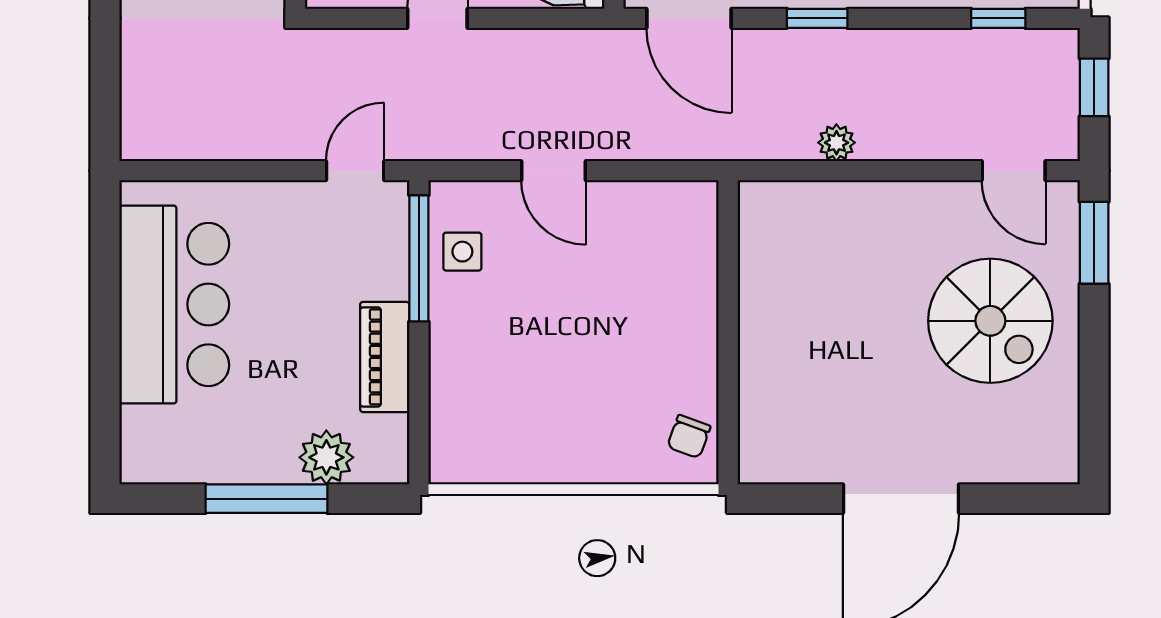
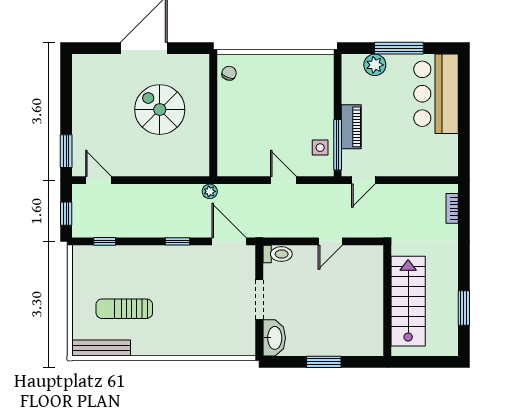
bookcase: (134, 100) -> (452, 208), added
plant: (836, 143) -> (210, 191), moved
bar counter: (174, 304) -> (436, 94), moved
spiral stairs: (990, 321) -> (160, 110), moved
piano: (385, 357) -> (351, 127), moved

